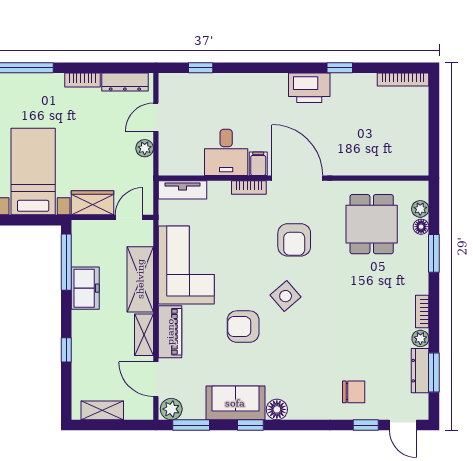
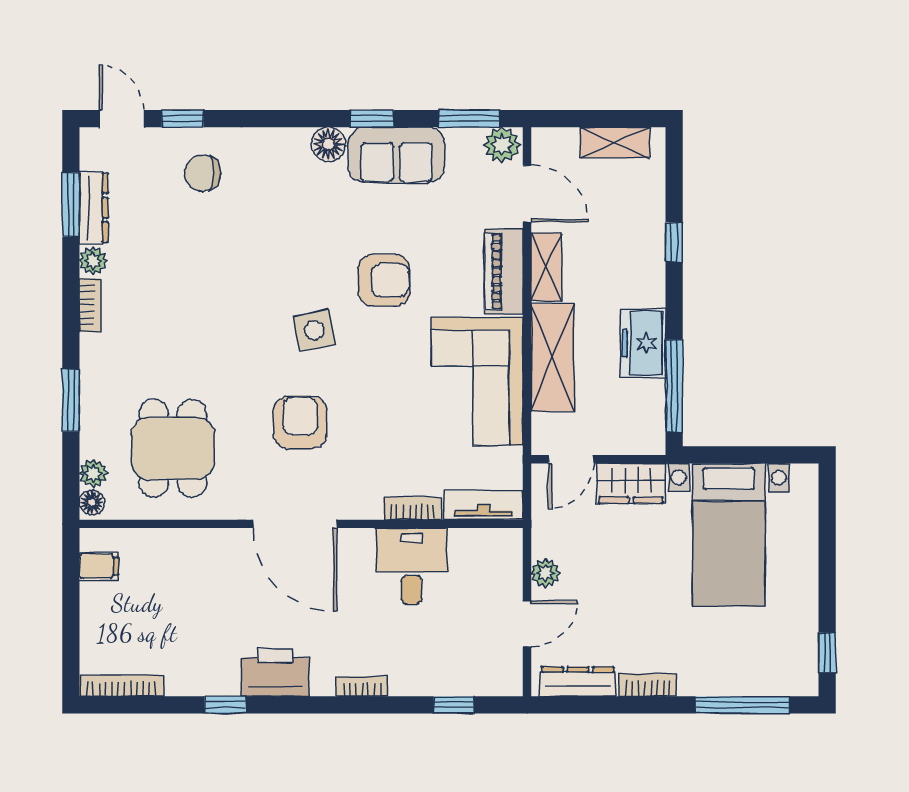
bookcase: (256, 79) -> (362, 686), added
filing cabinet: (258, 164) -> (99, 566), moved, turned -90
bookcase: (249, 188) -> (413, 508), moved
floor lamp: (421, 227) -> (92, 503), moved
side table: (286, 296) -> (314, 330), turned 30

